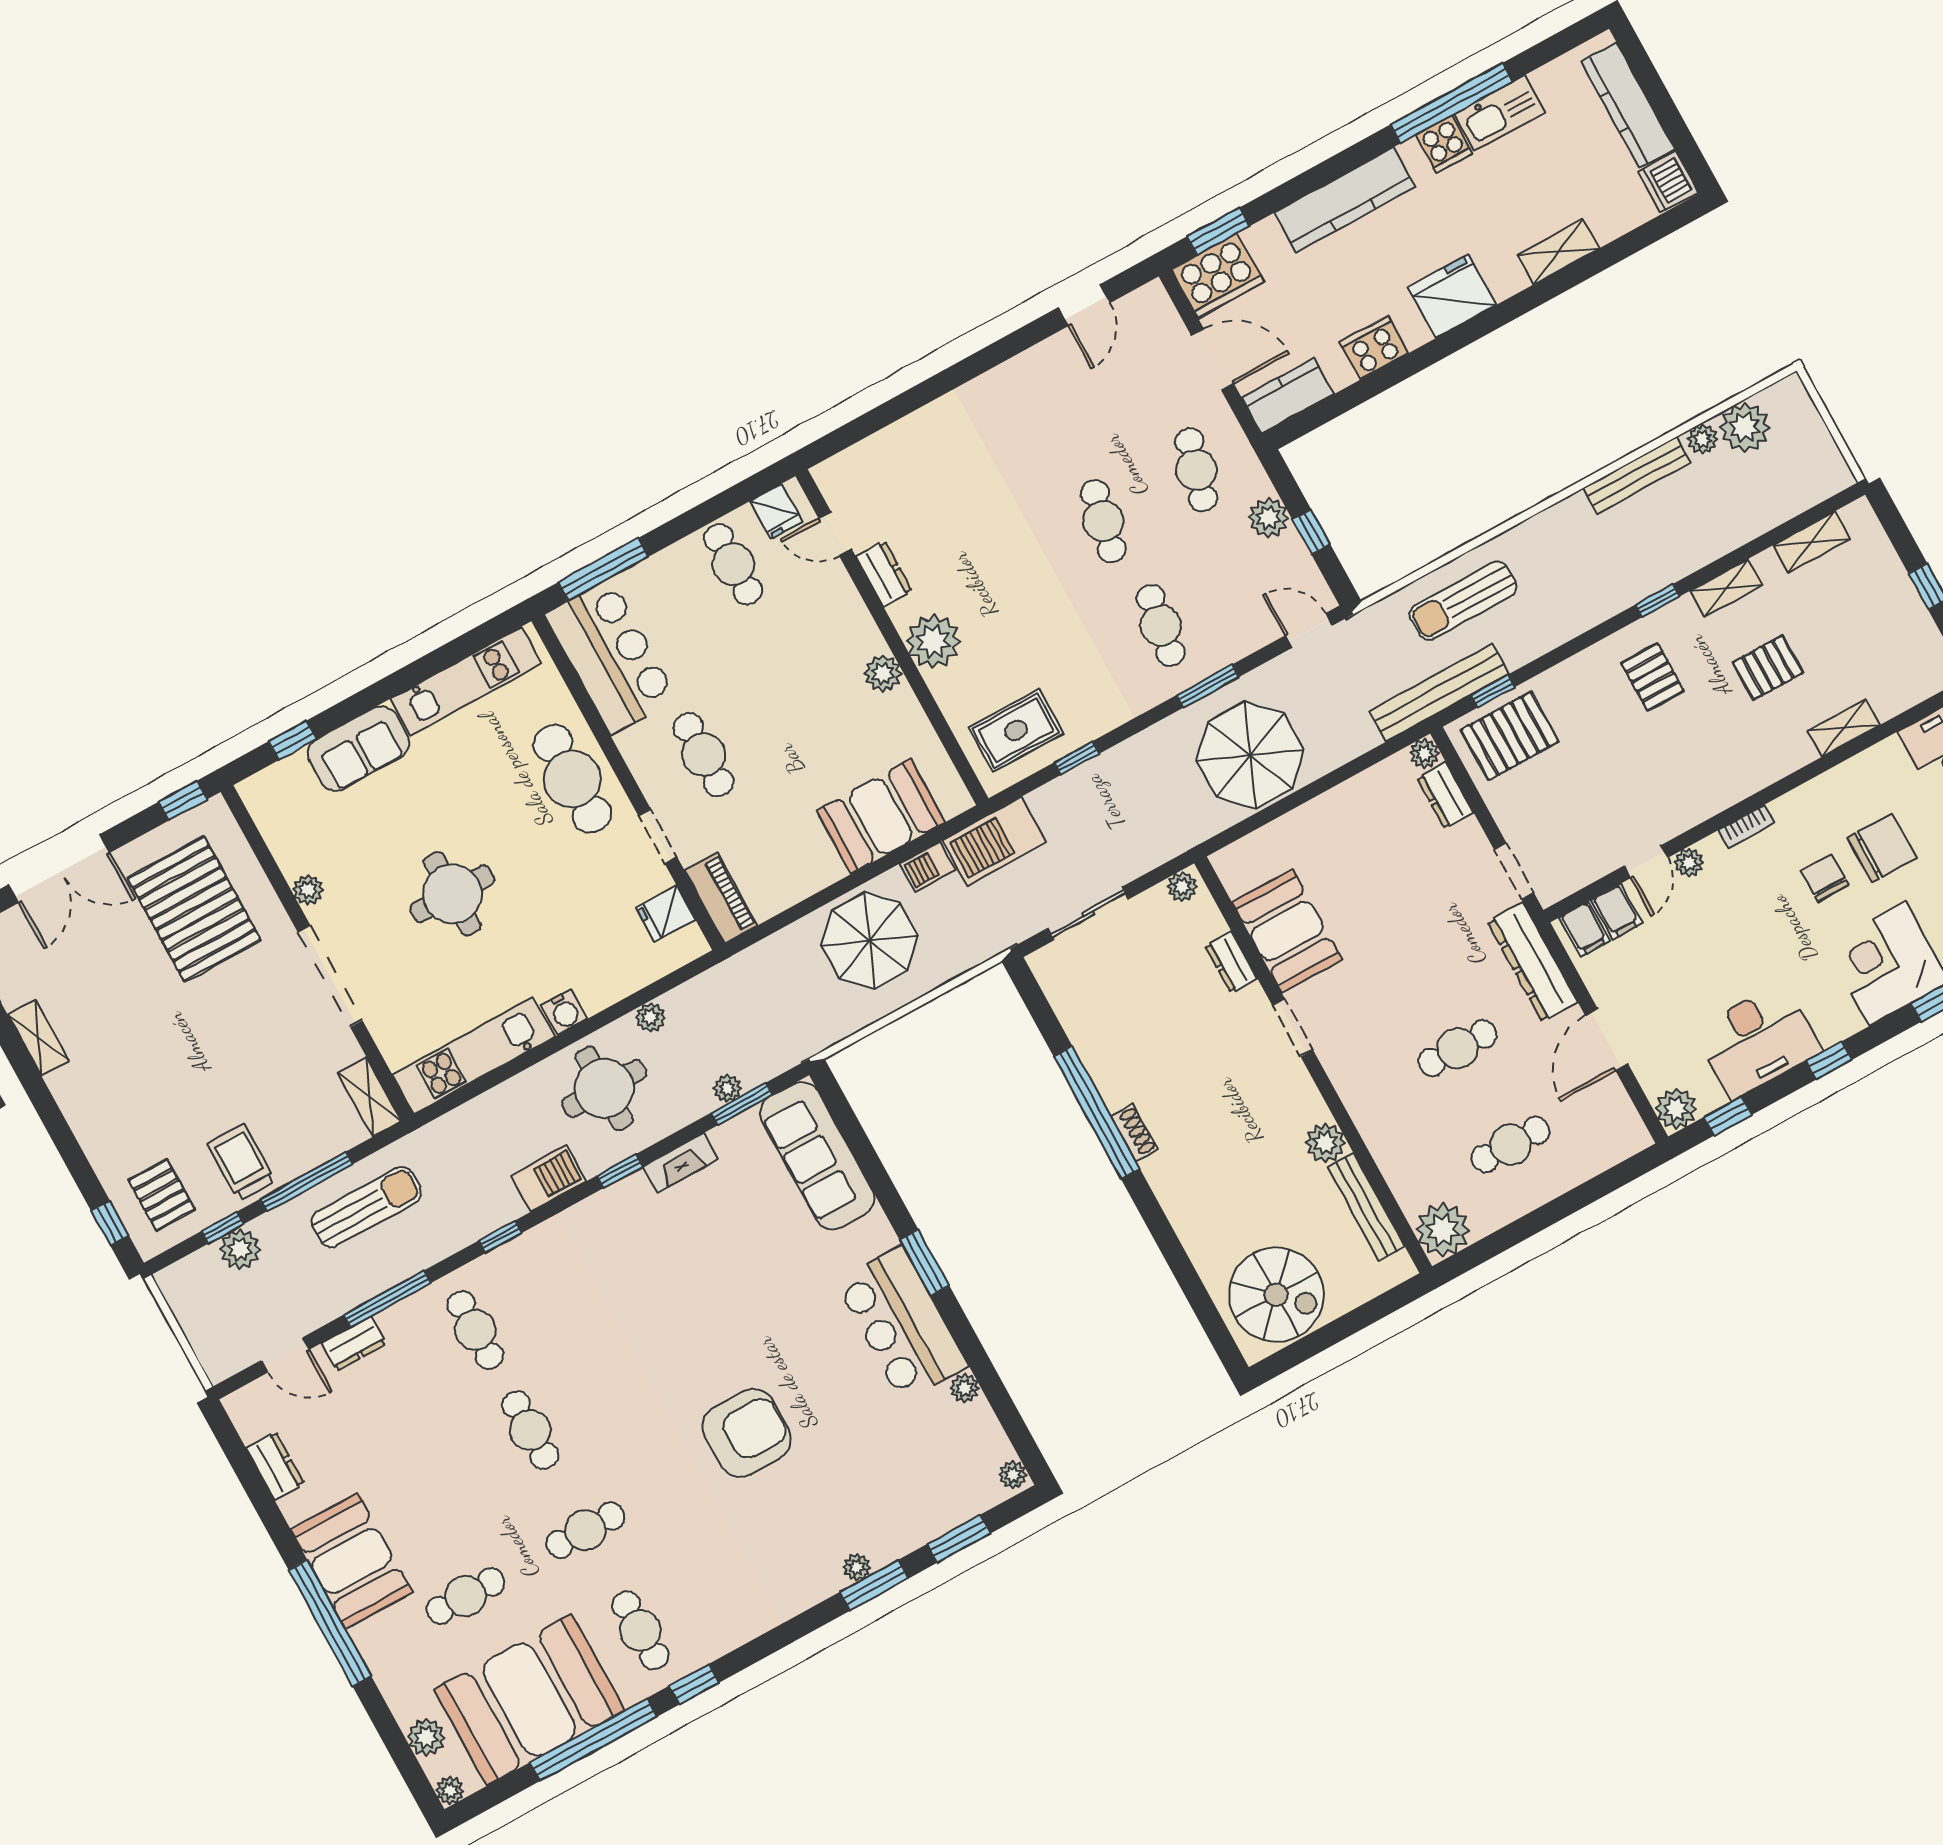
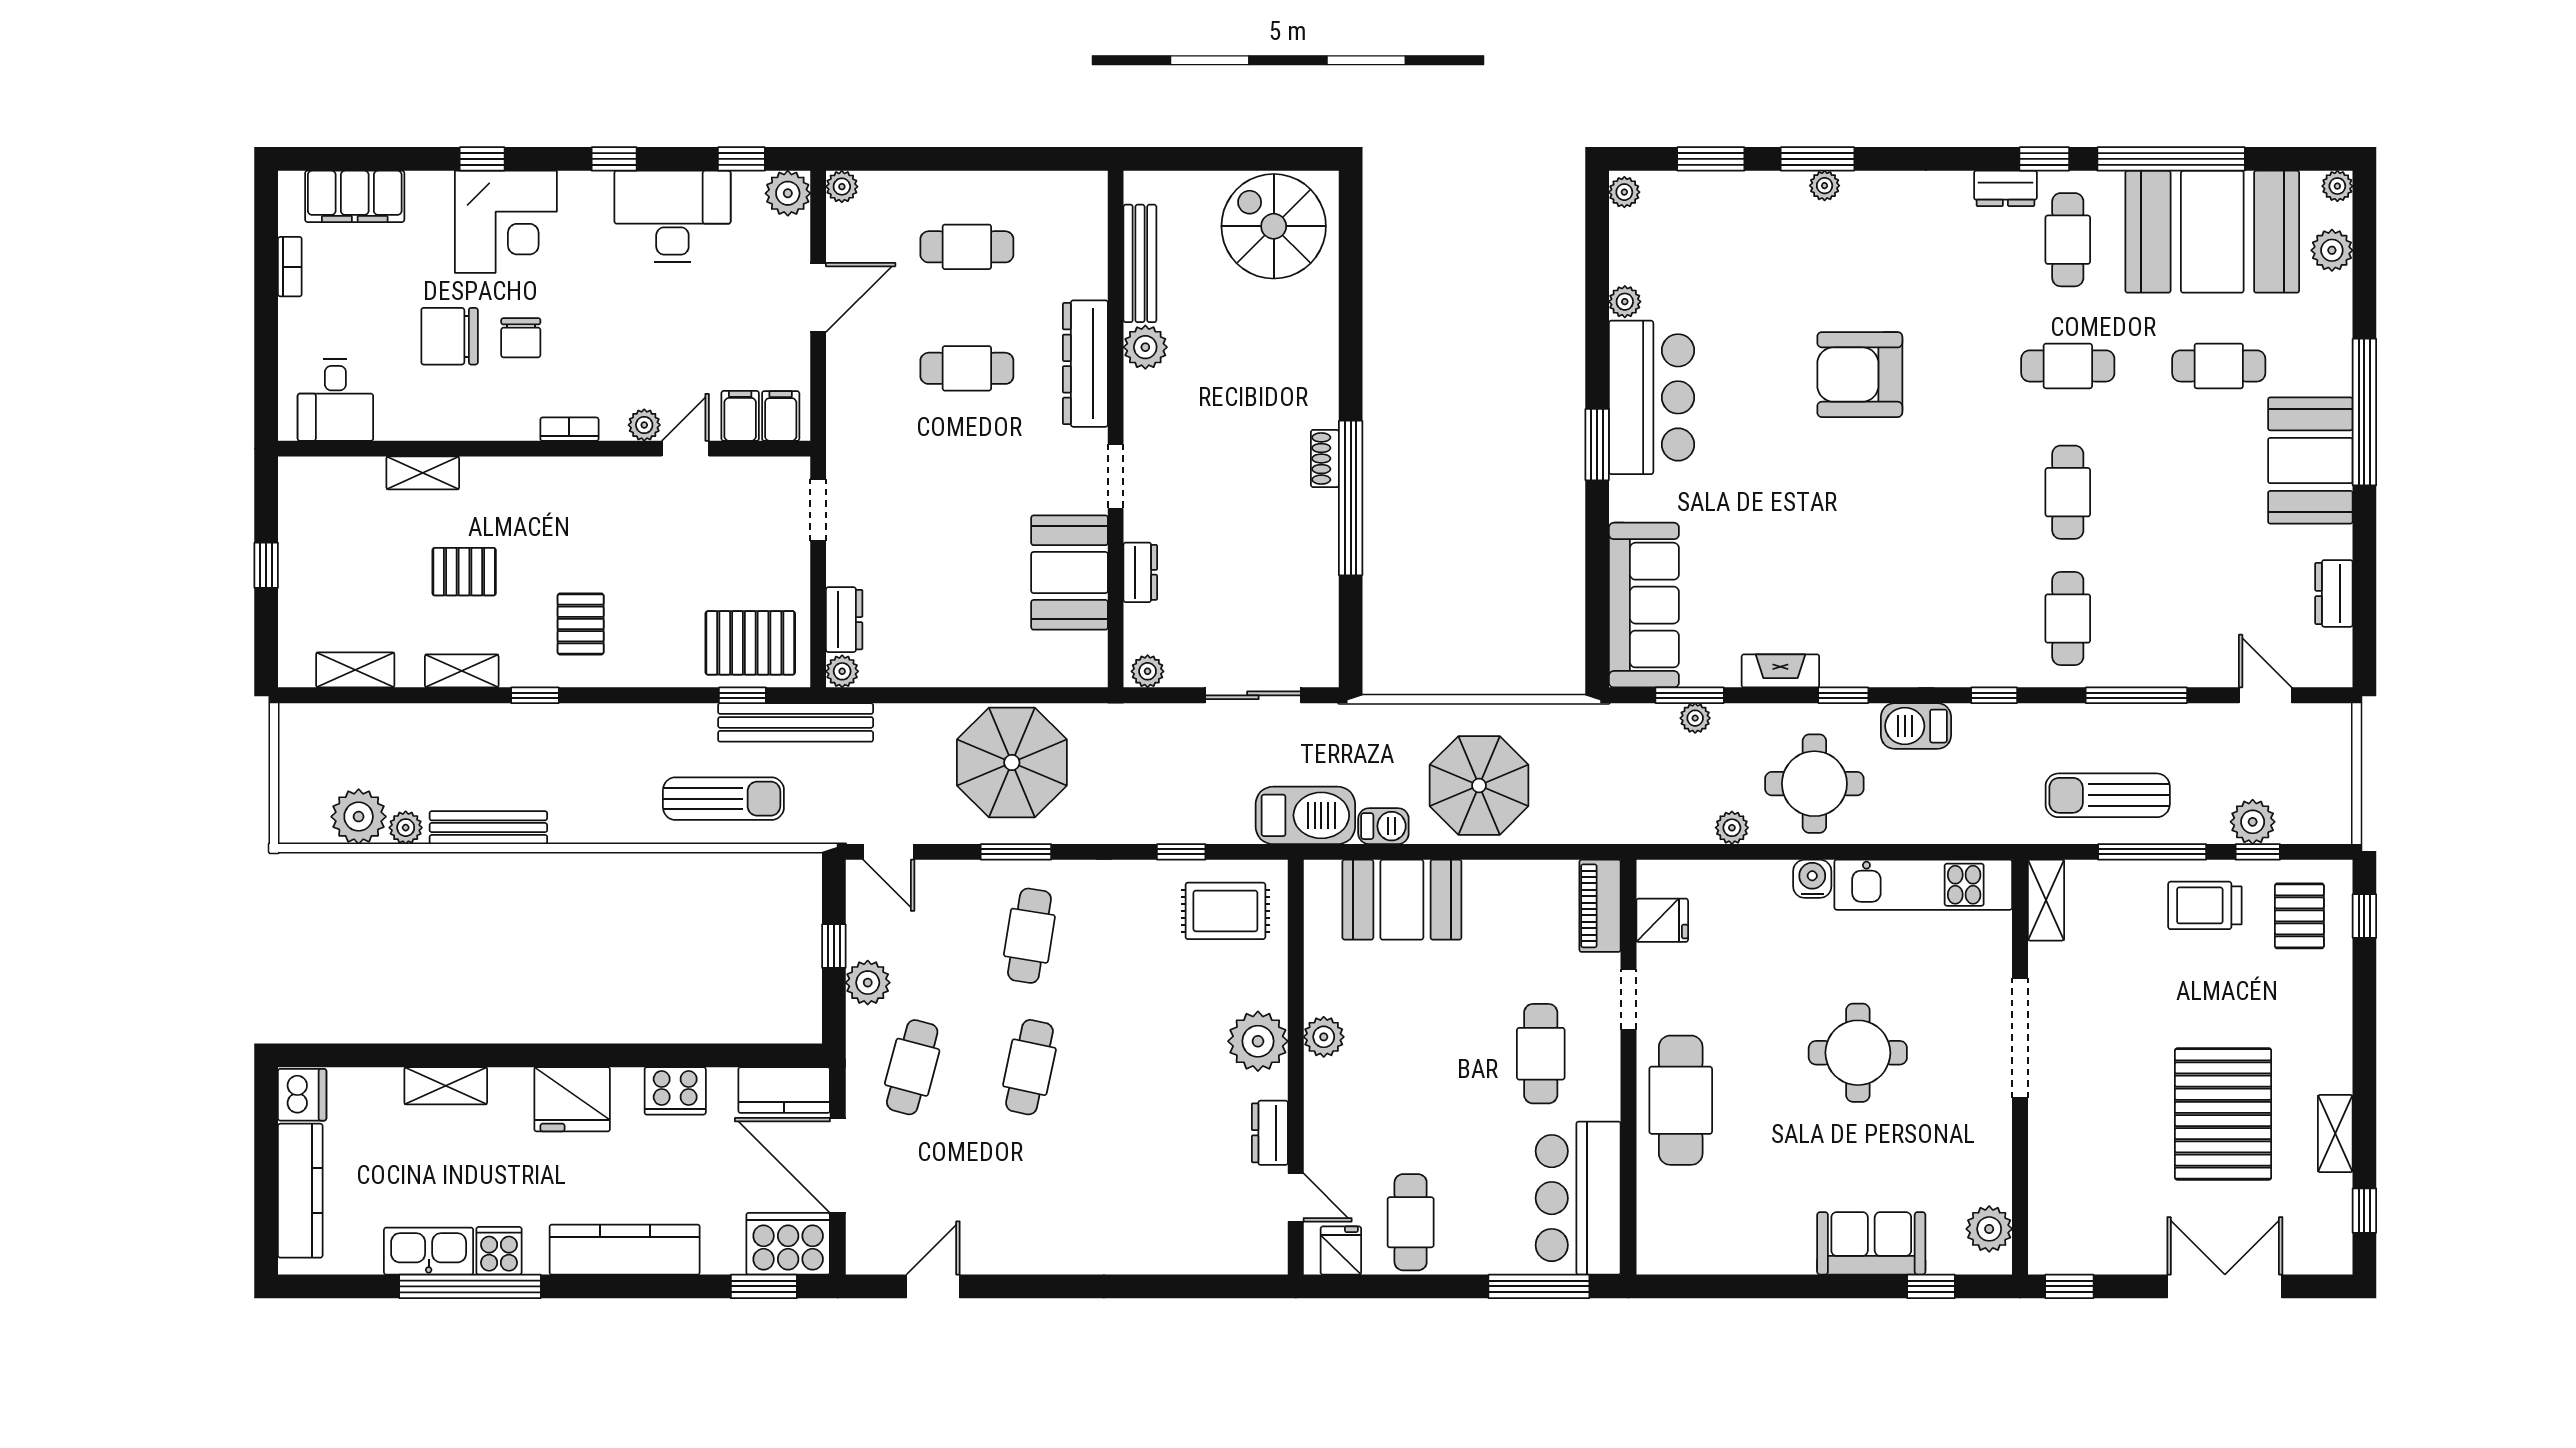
door: (1212, 360) -> (838, 1165), width x1.36
kitchen unit: (466, 681) -> (1731, 1251), removed
plant: (308, 890) -> (1989, 1229), moved, width x1.38, depth x1.38
pallet: (194, 909) -> (2223, 1114), moved
dresser: (1532, 962) -> (1085, 364), moved, turned 180
trolley: (241, 1162) -> (2205, 905), turned 90
plant: (1443, 1230) -> (842, 187), moved, width x0.53, depth x0.53
dresser: (354, 1344) -> (2005, 188), moved, turned 180

